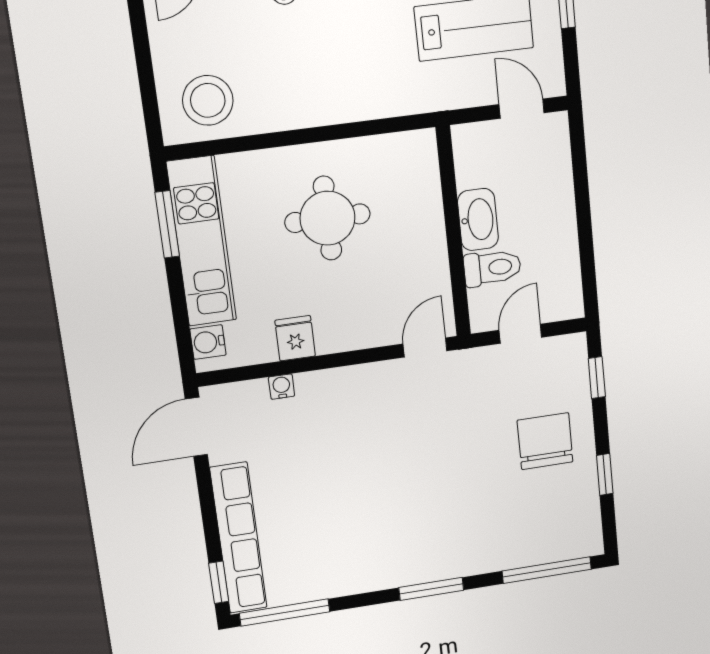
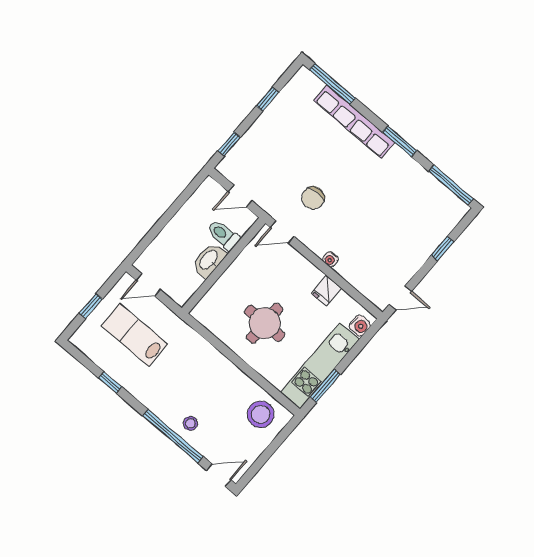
door: (522, 109) -> (148, 285), hinge flipped
water cooler: (282, 387) -> (330, 259), moved
door: (196, 427) -> (400, 298), width x0.73
chair: (545, 441) -> (313, 198), moved, width x0.73, depth x0.73
row of seats: (239, 538) -> (354, 122), moved, turned -90
window: (219, 582) -> (443, 248), moved
window: (431, 589) -> (400, 141), moved

